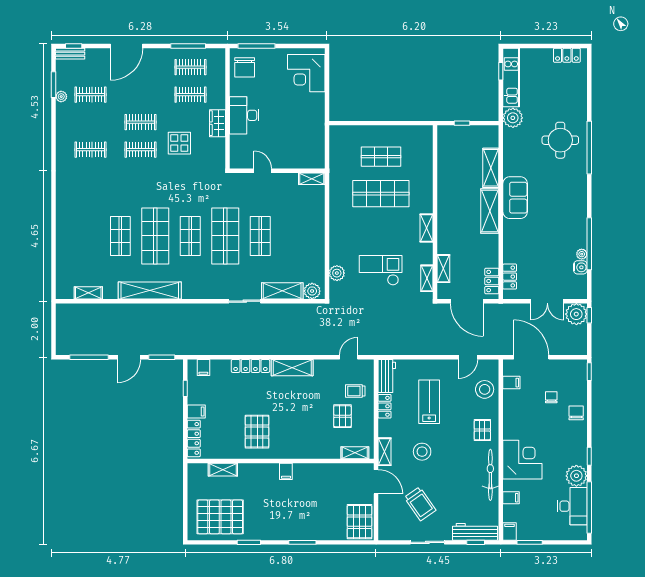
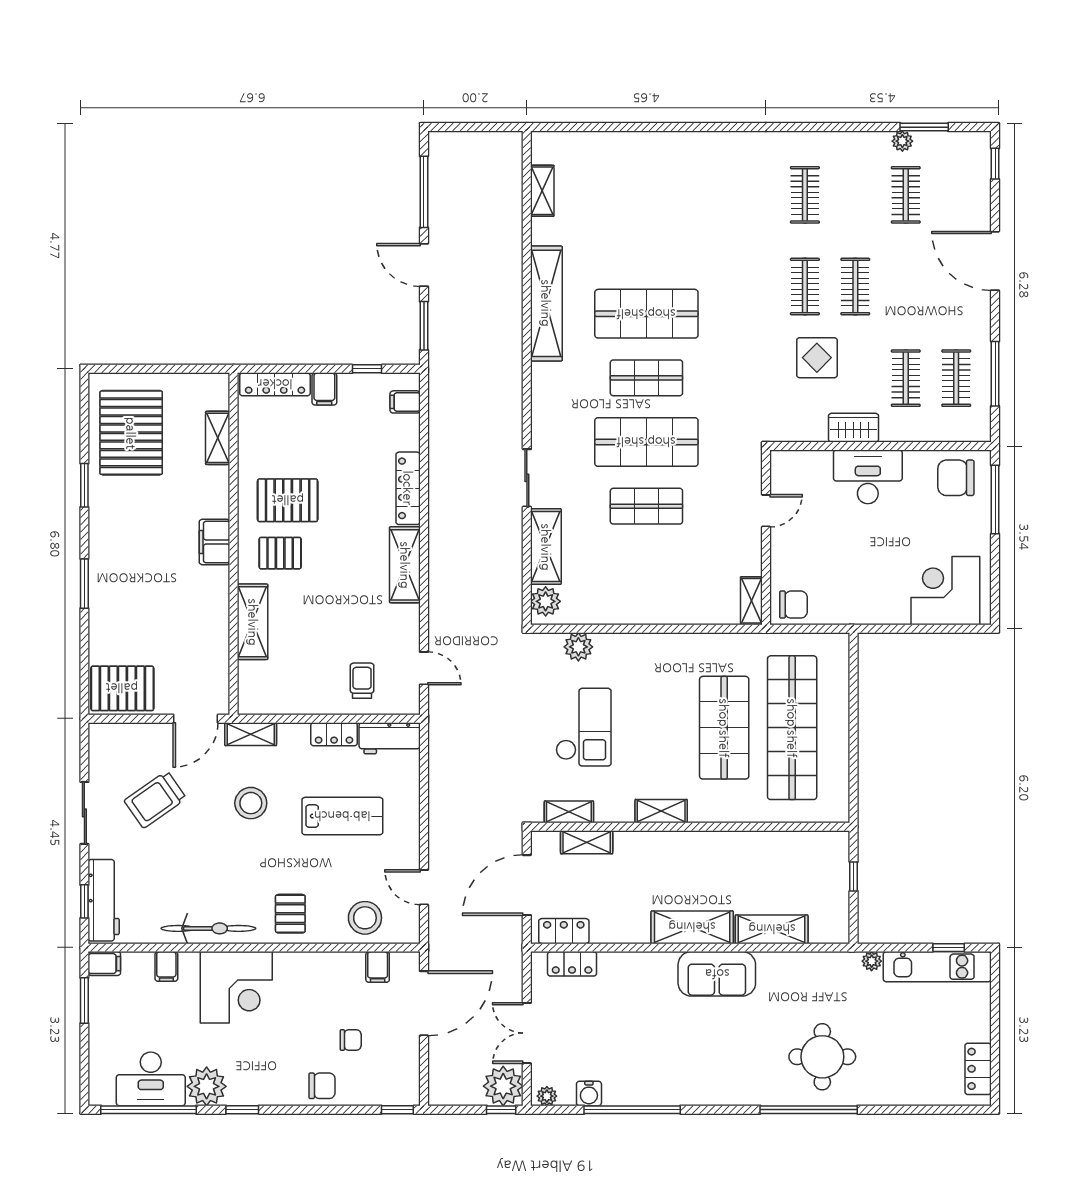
bench: (70, 54) -> (981, 157), removed
plant: (513, 118) -> (872, 961), width x0.53, depth x0.53
chair: (314, 156) -> (793, 605), added
shop shelf: (381, 157) -> (792, 728), width x2.00, depth x1.36
shop shelf: (120, 236) -> (646, 250), removed
plant: (582, 254) -> (547, 1096), moved
pallet: (342, 416) -> (280, 553), moved
pallet: (482, 430) -> (290, 914), turned 90
shelving: (355, 453) -> (253, 622), moved, width x1.50, depth x1.33
filing cabinet: (286, 471) -> (215, 542), width x2.00

